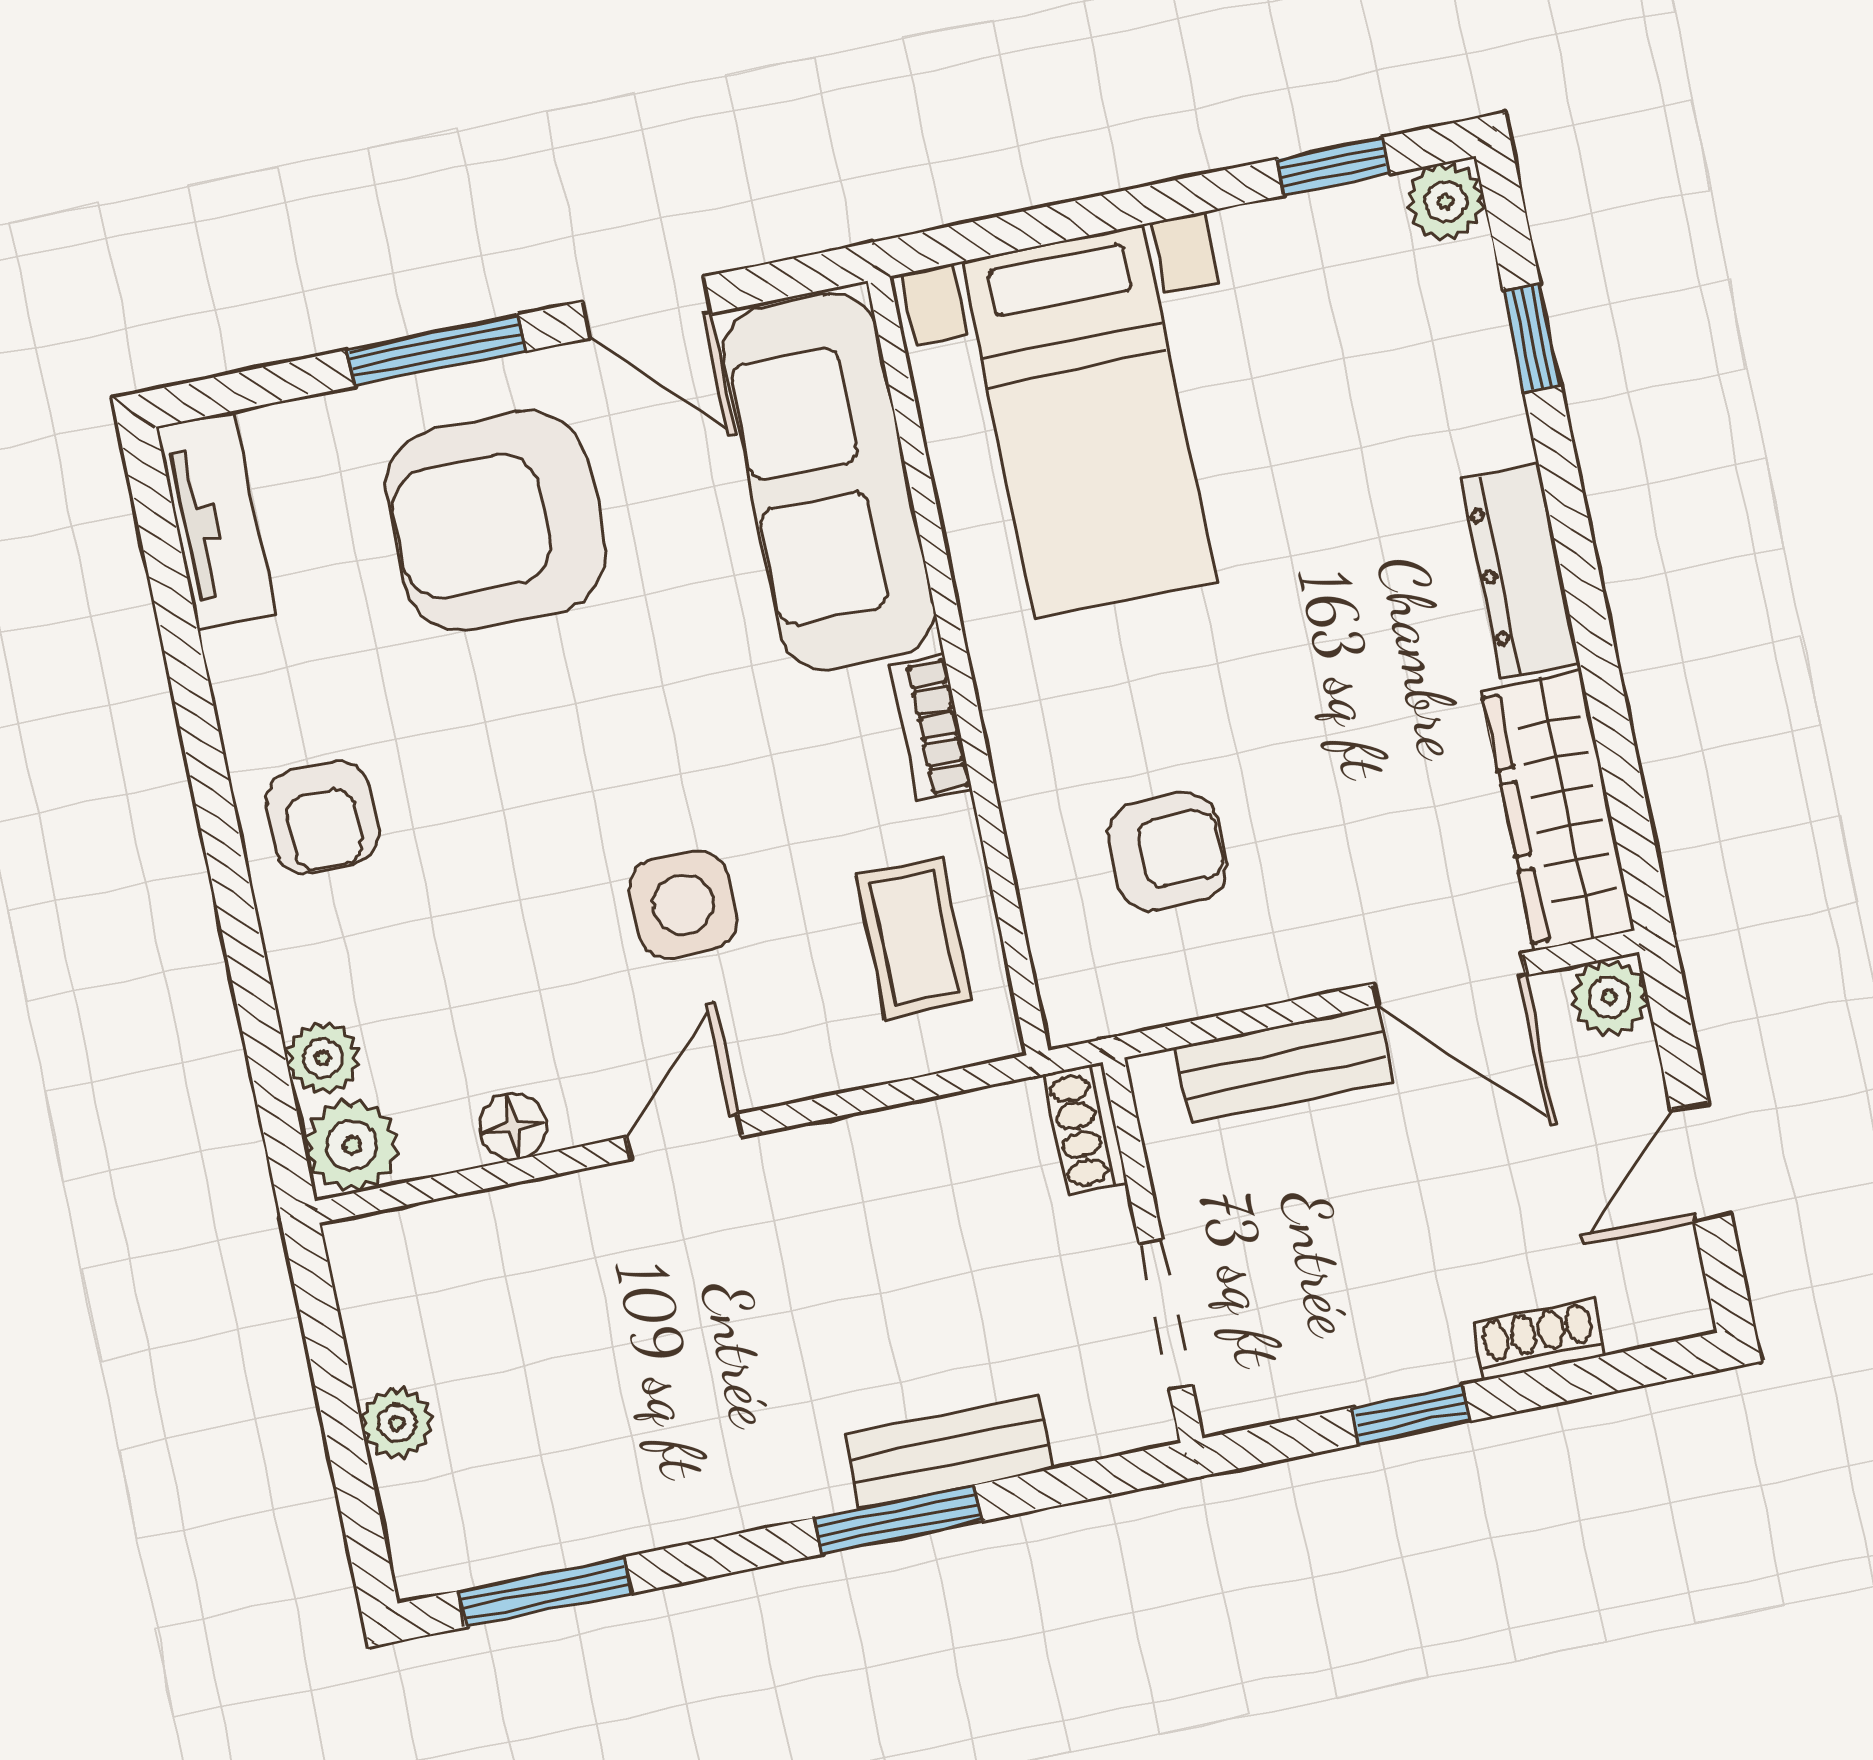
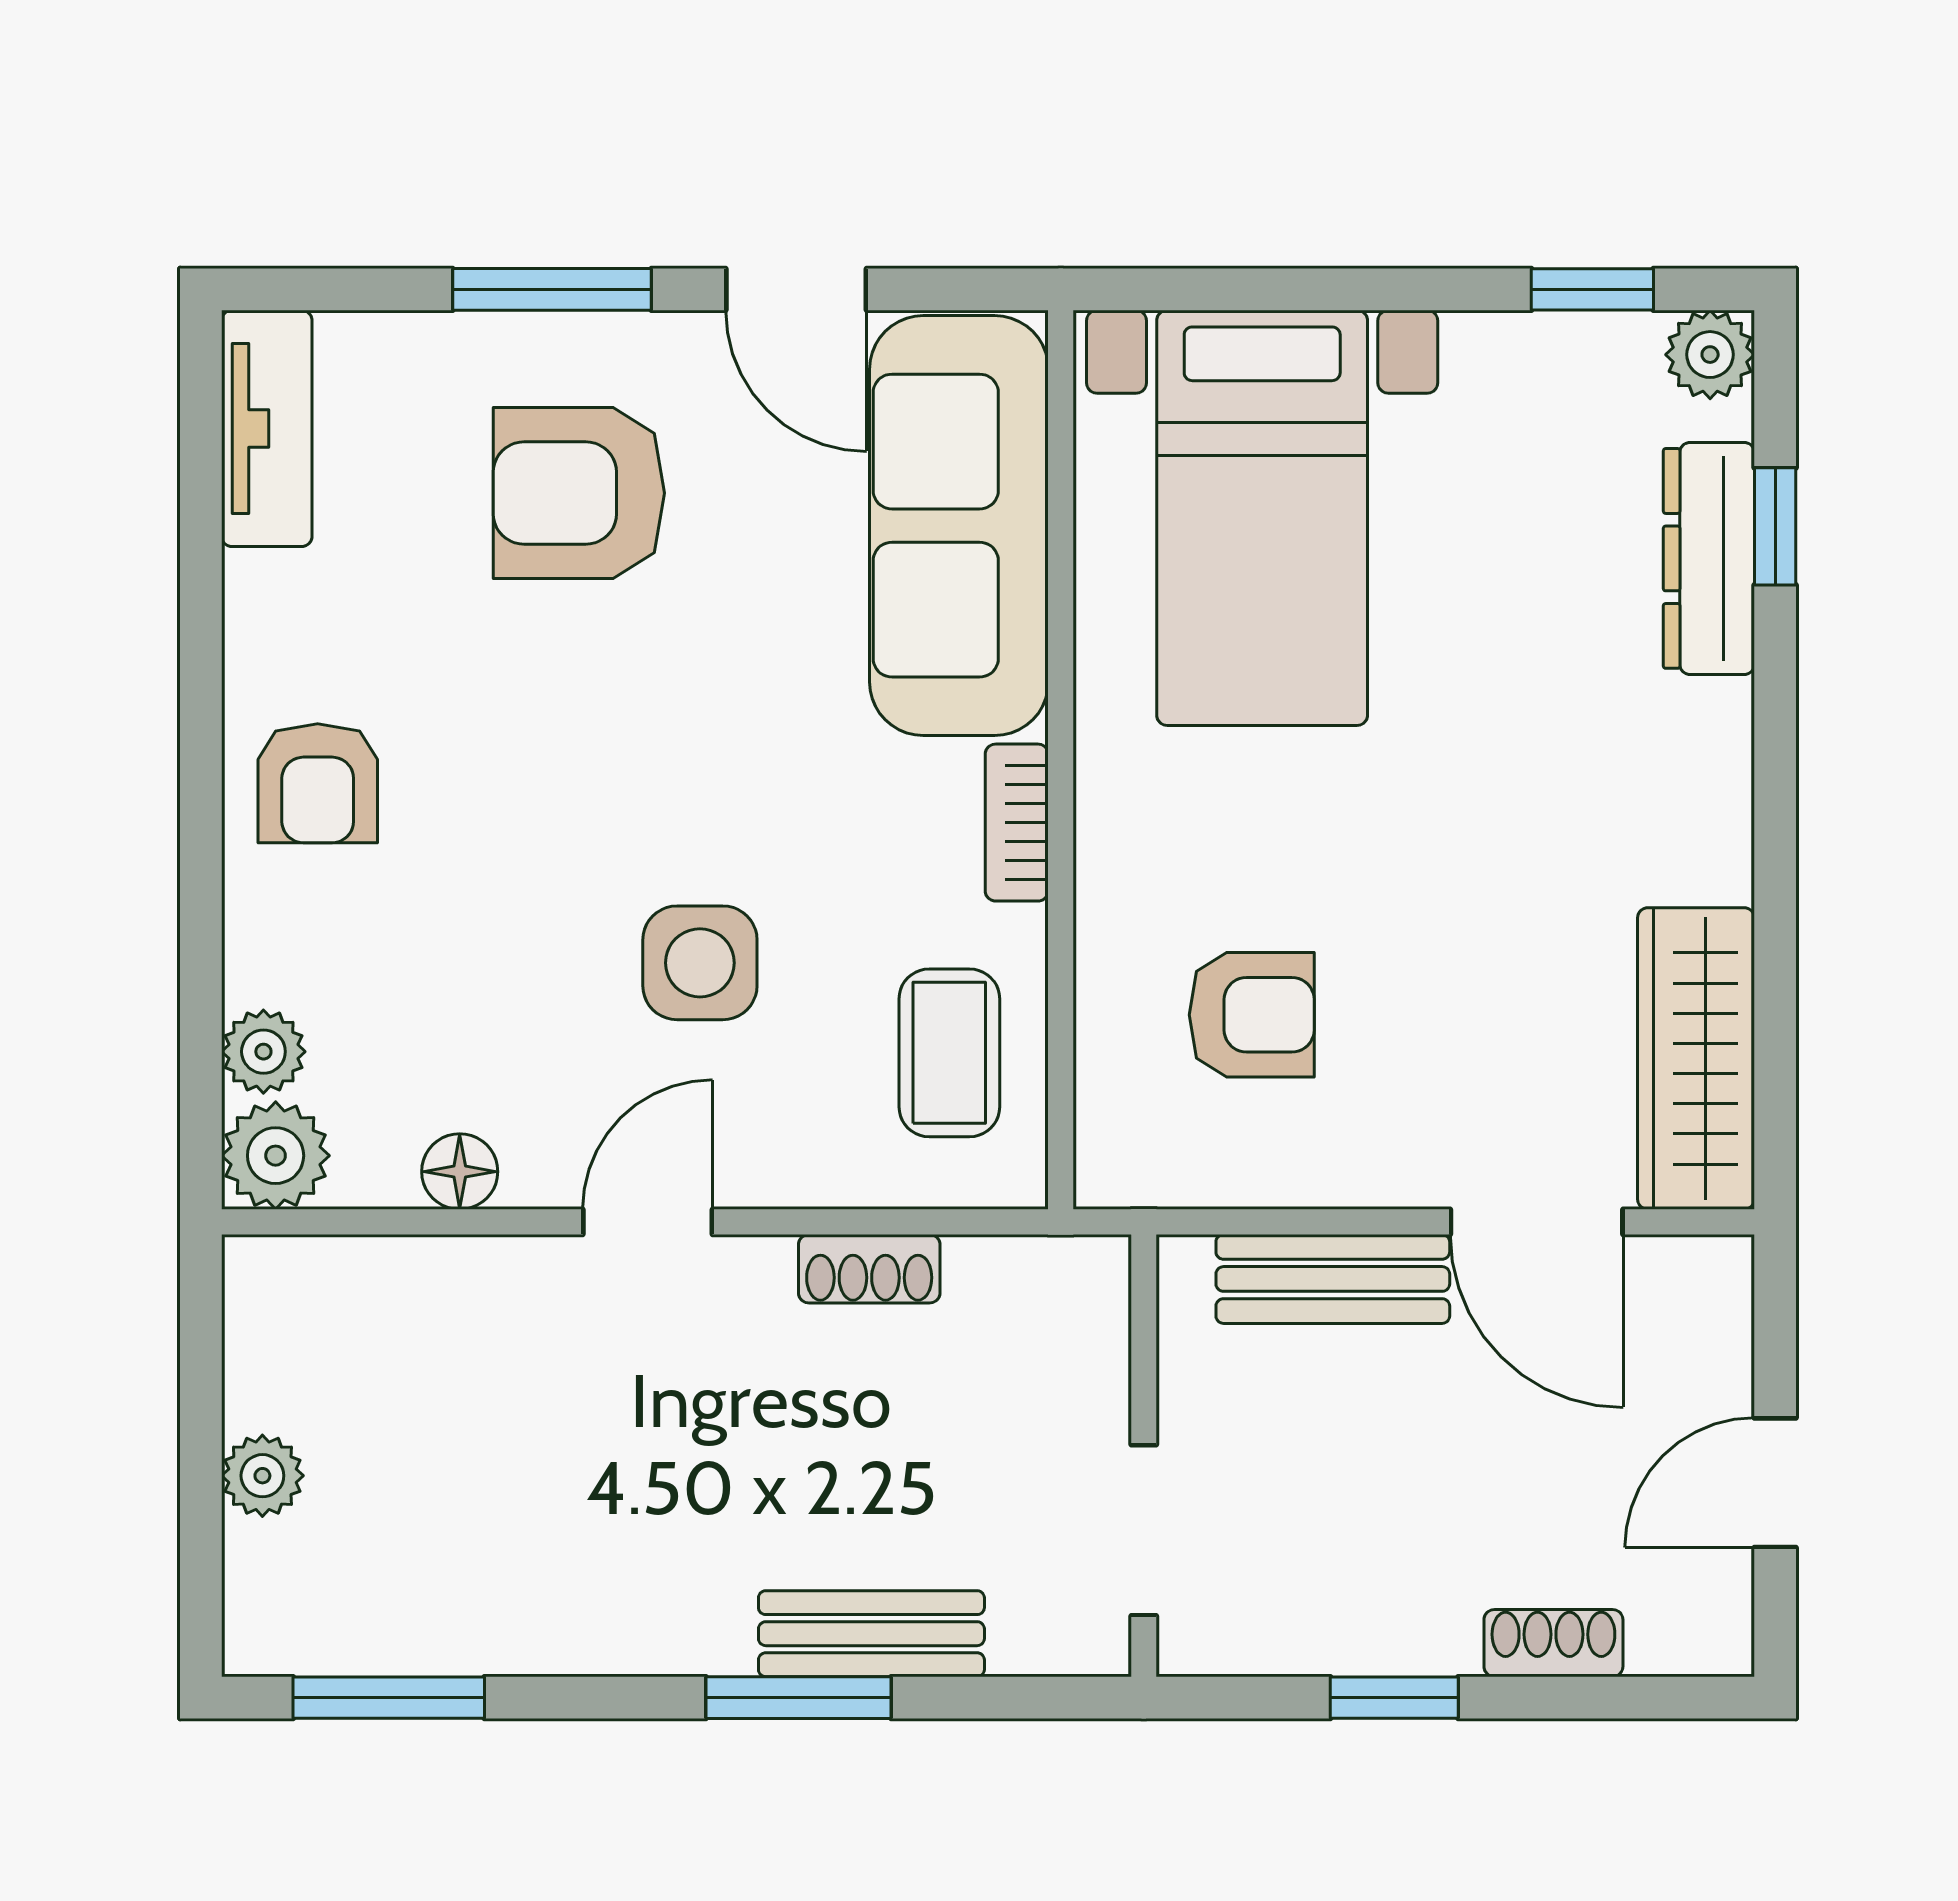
armchair: (496, 521) -> (579, 493), width x0.73, depth x0.73
dresser: (1520, 571) -> (1709, 558), moved
plant: (1609, 997) -> (1711, 1278), removed
shoe rack: (1086, 1129) -> (869, 1269), moved, turned -90

